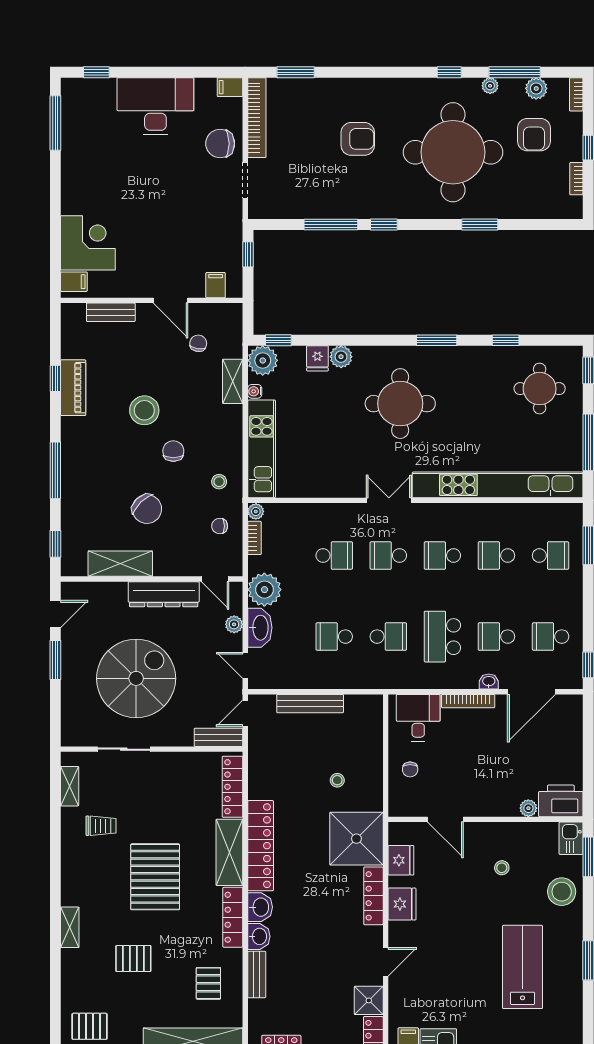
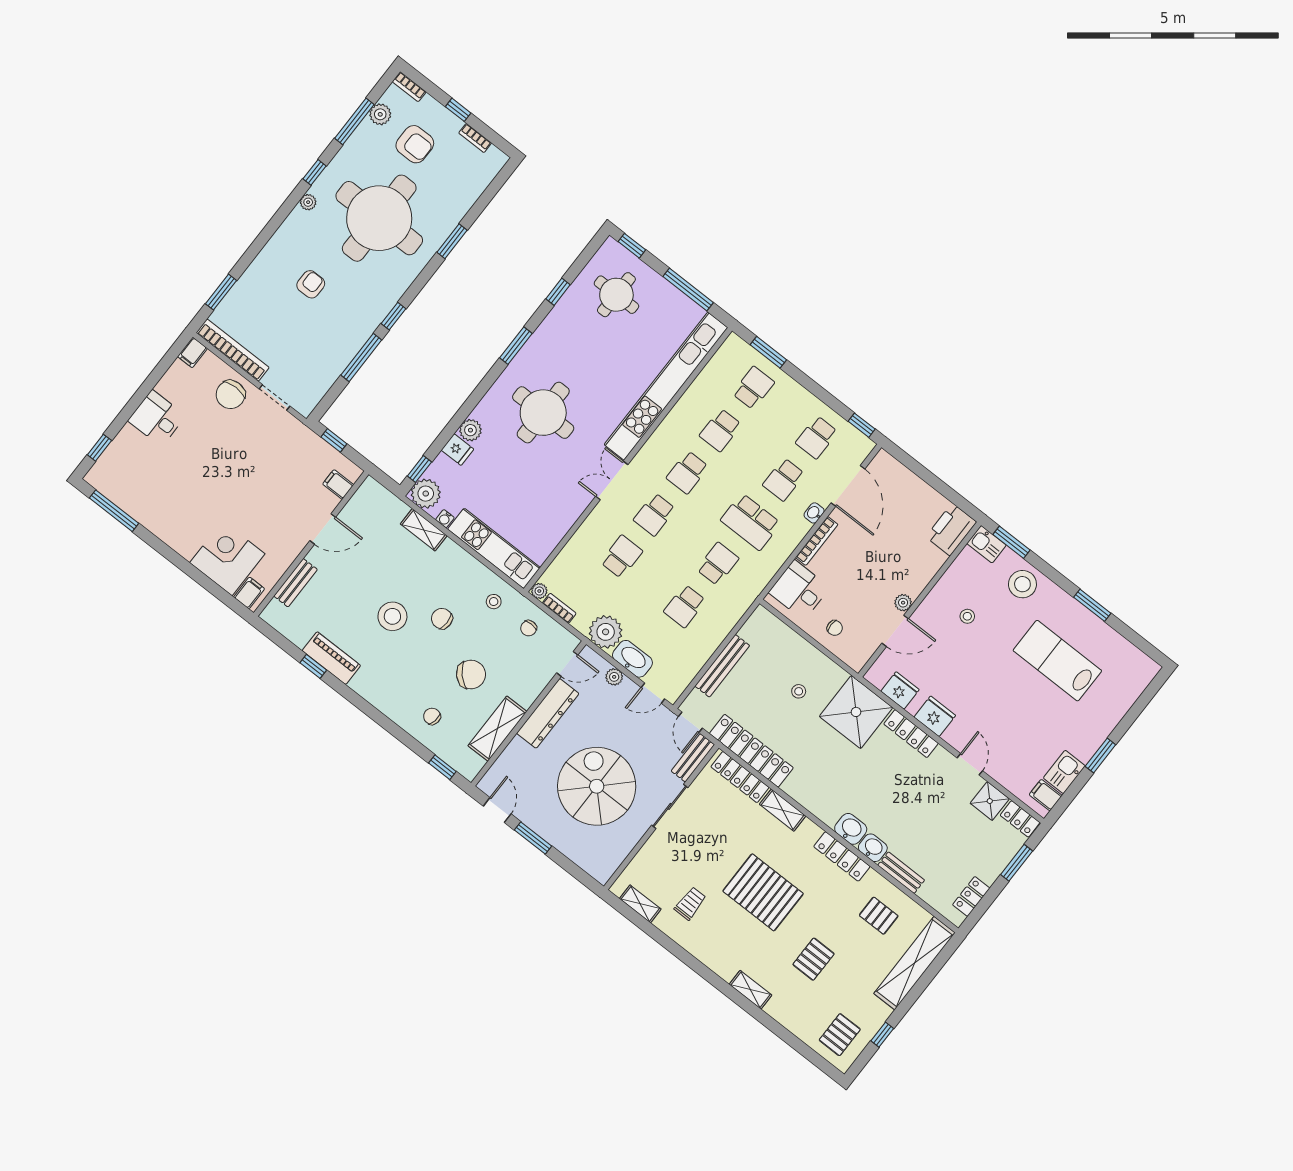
plant: (490, 86) -> (308, 202), moved
desk: (155, 106) -> (157, 418), width x0.53, depth x0.77
armchair: (358, 139) -> (311, 284), width x0.72, depth x0.72
chair: (198, 343) -> (432, 716), moved
window: (55, 470) -> (385, 722), removed
sliding door: (124, 749) -> (670, 806), moved
plant: (528, 808) -> (903, 603), moved
locker: (261, 846) -> (751, 751), moved
shelving: (229, 852) -> (783, 810), width x0.67, depth x0.75

